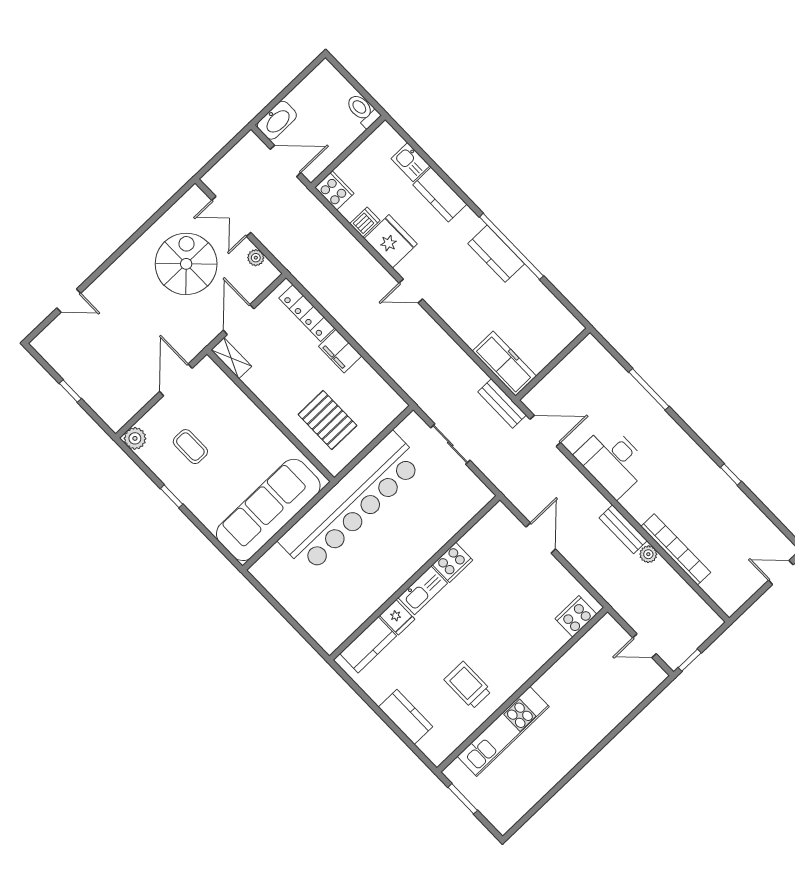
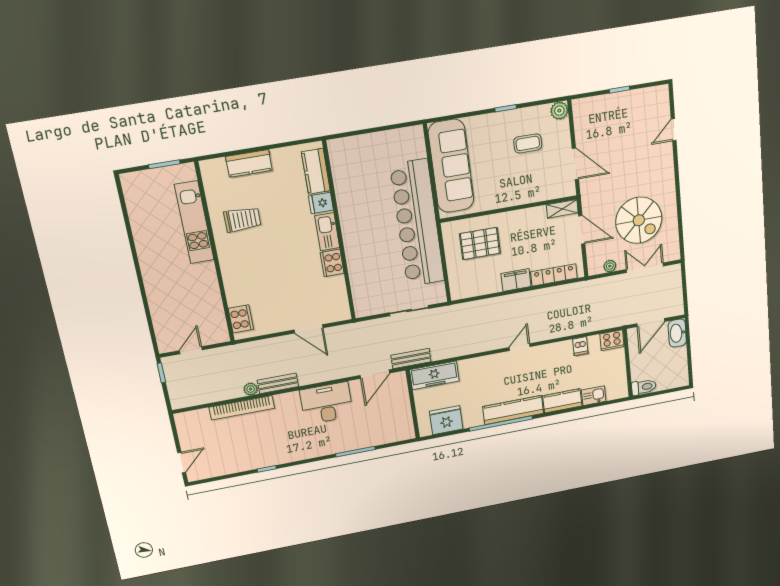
fridge: (391, 241) -> (446, 420), moved, turned 180
kitchen counter: (496, 254) -> (513, 410), width x1.50

